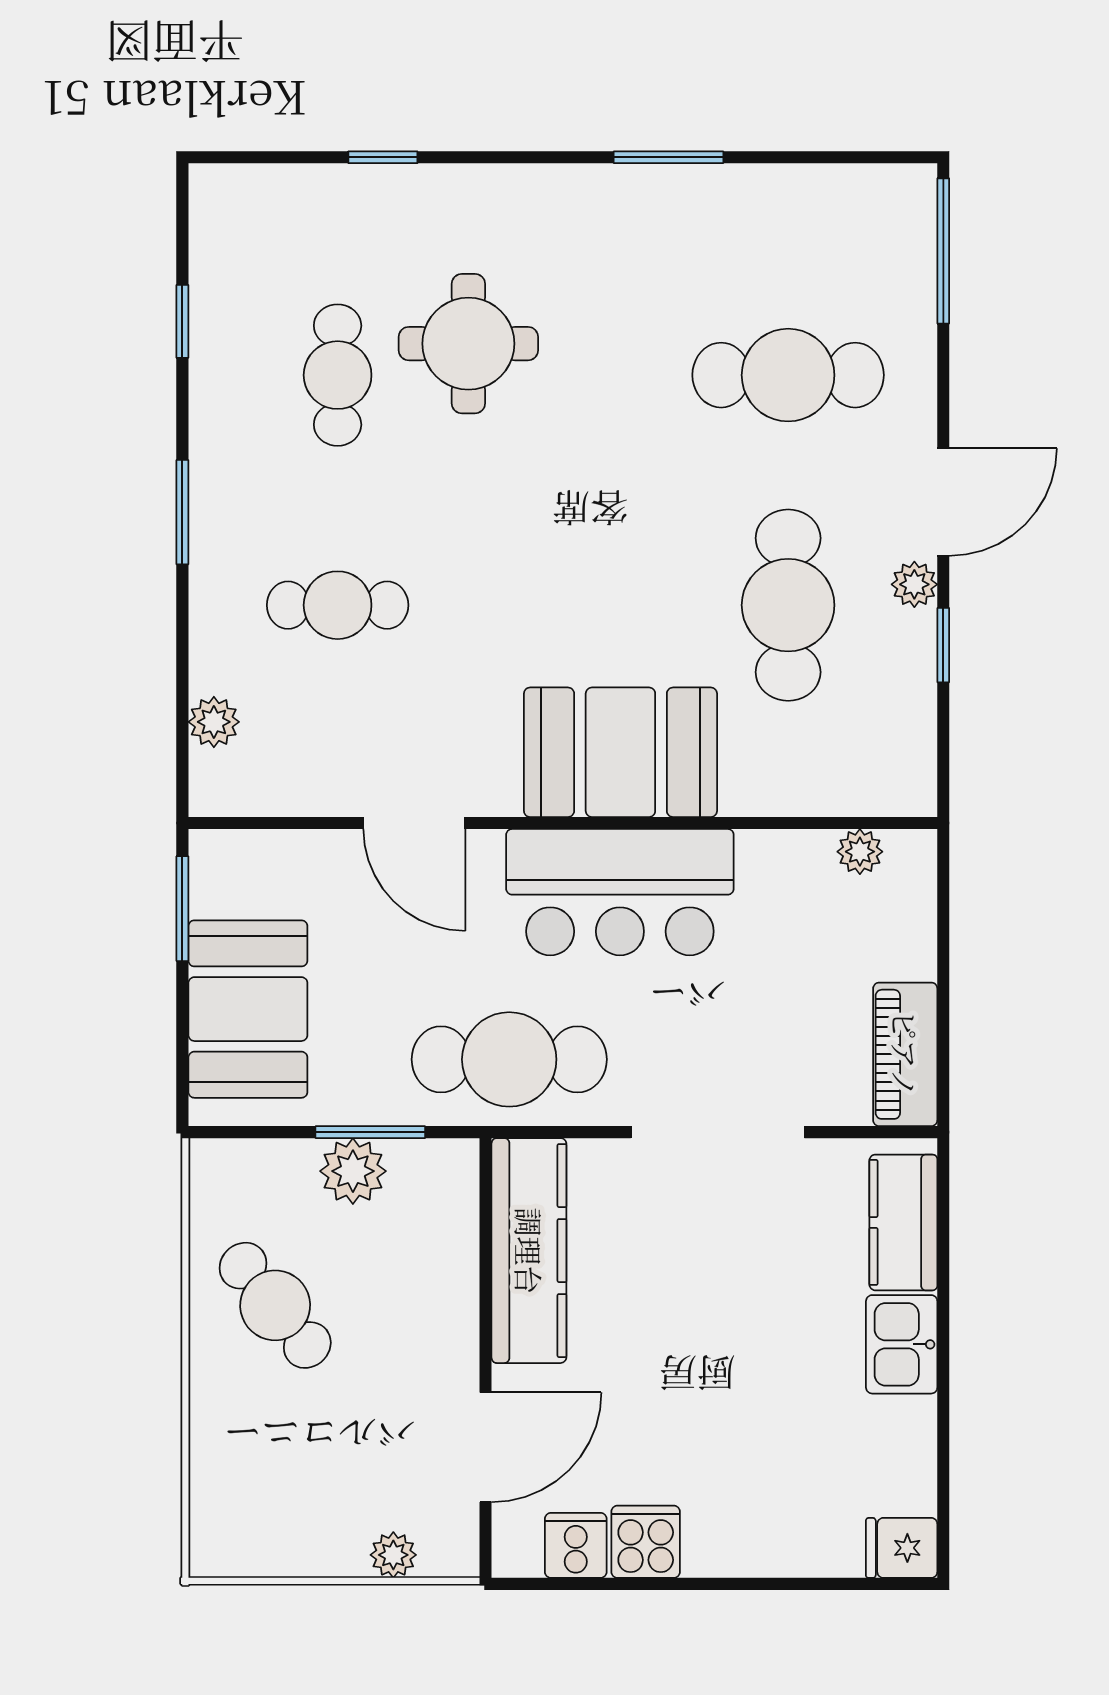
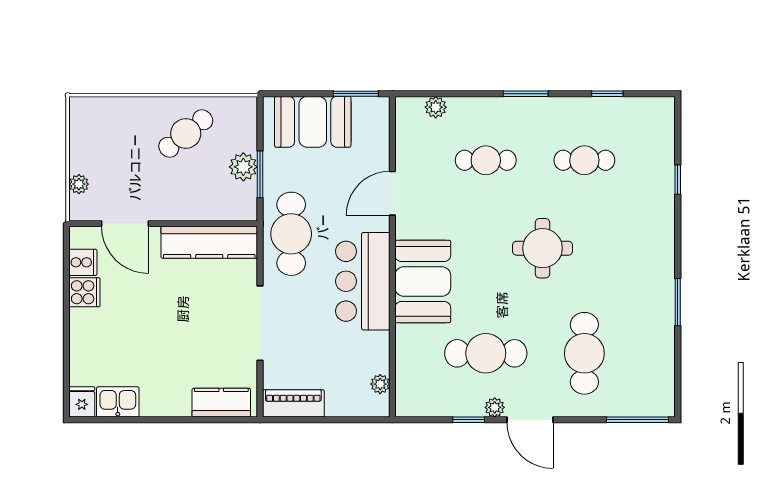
round table: (468, 344) -> (543, 248), moved
cafe table: (338, 605) -> (486, 160), turned 90
kitchen sink: (902, 1344) -> (118, 402), moved

